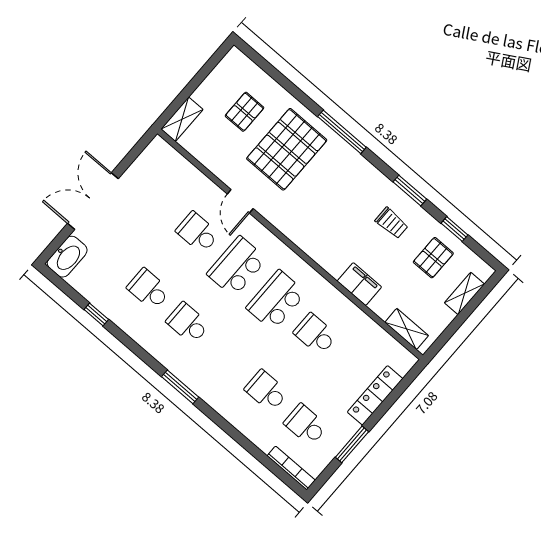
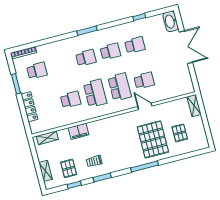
school desk: (266, 391) -> (86, 58), moved

